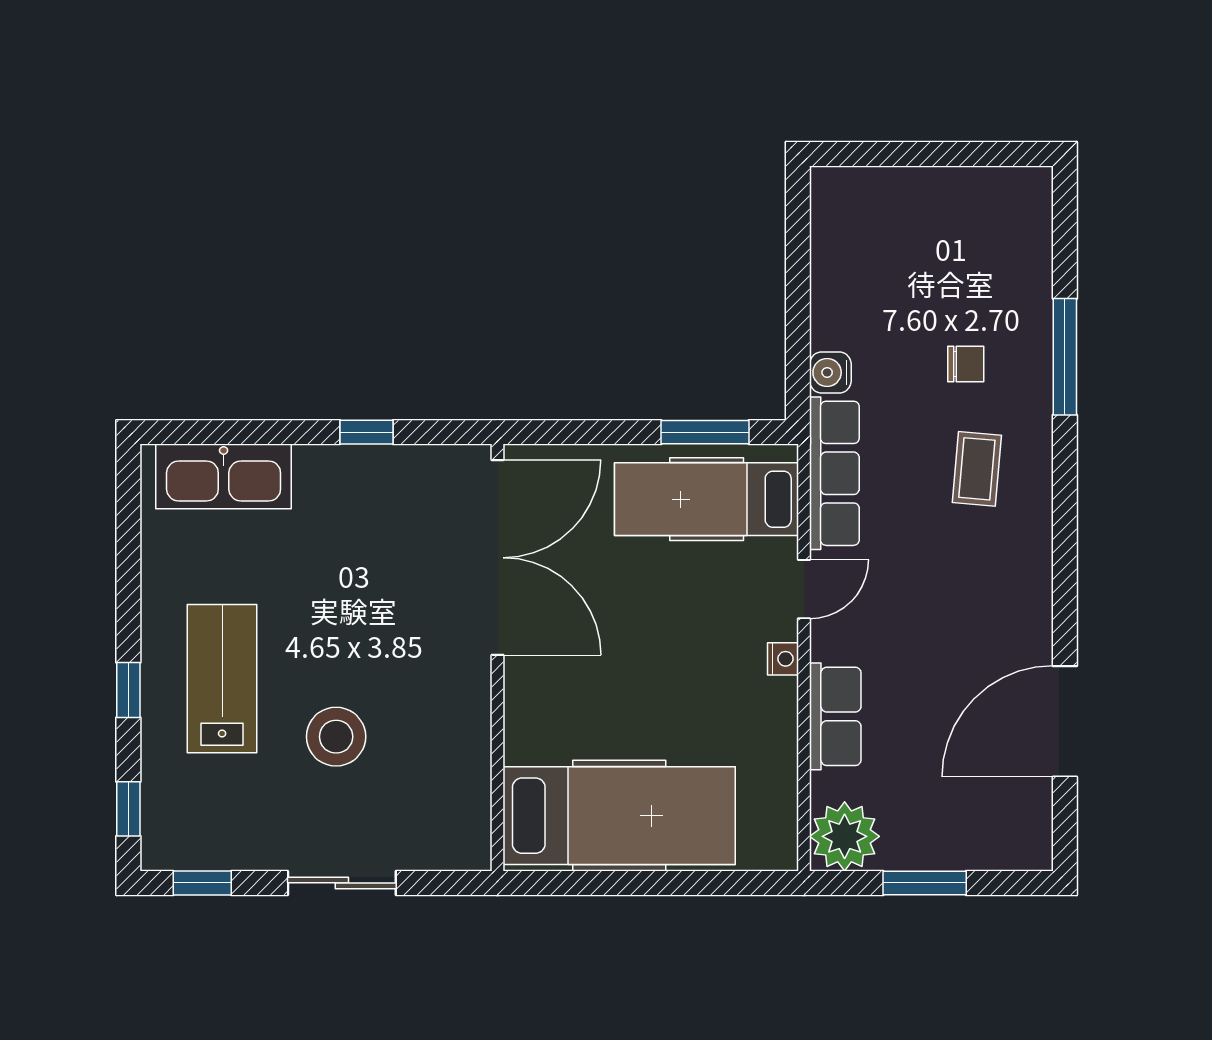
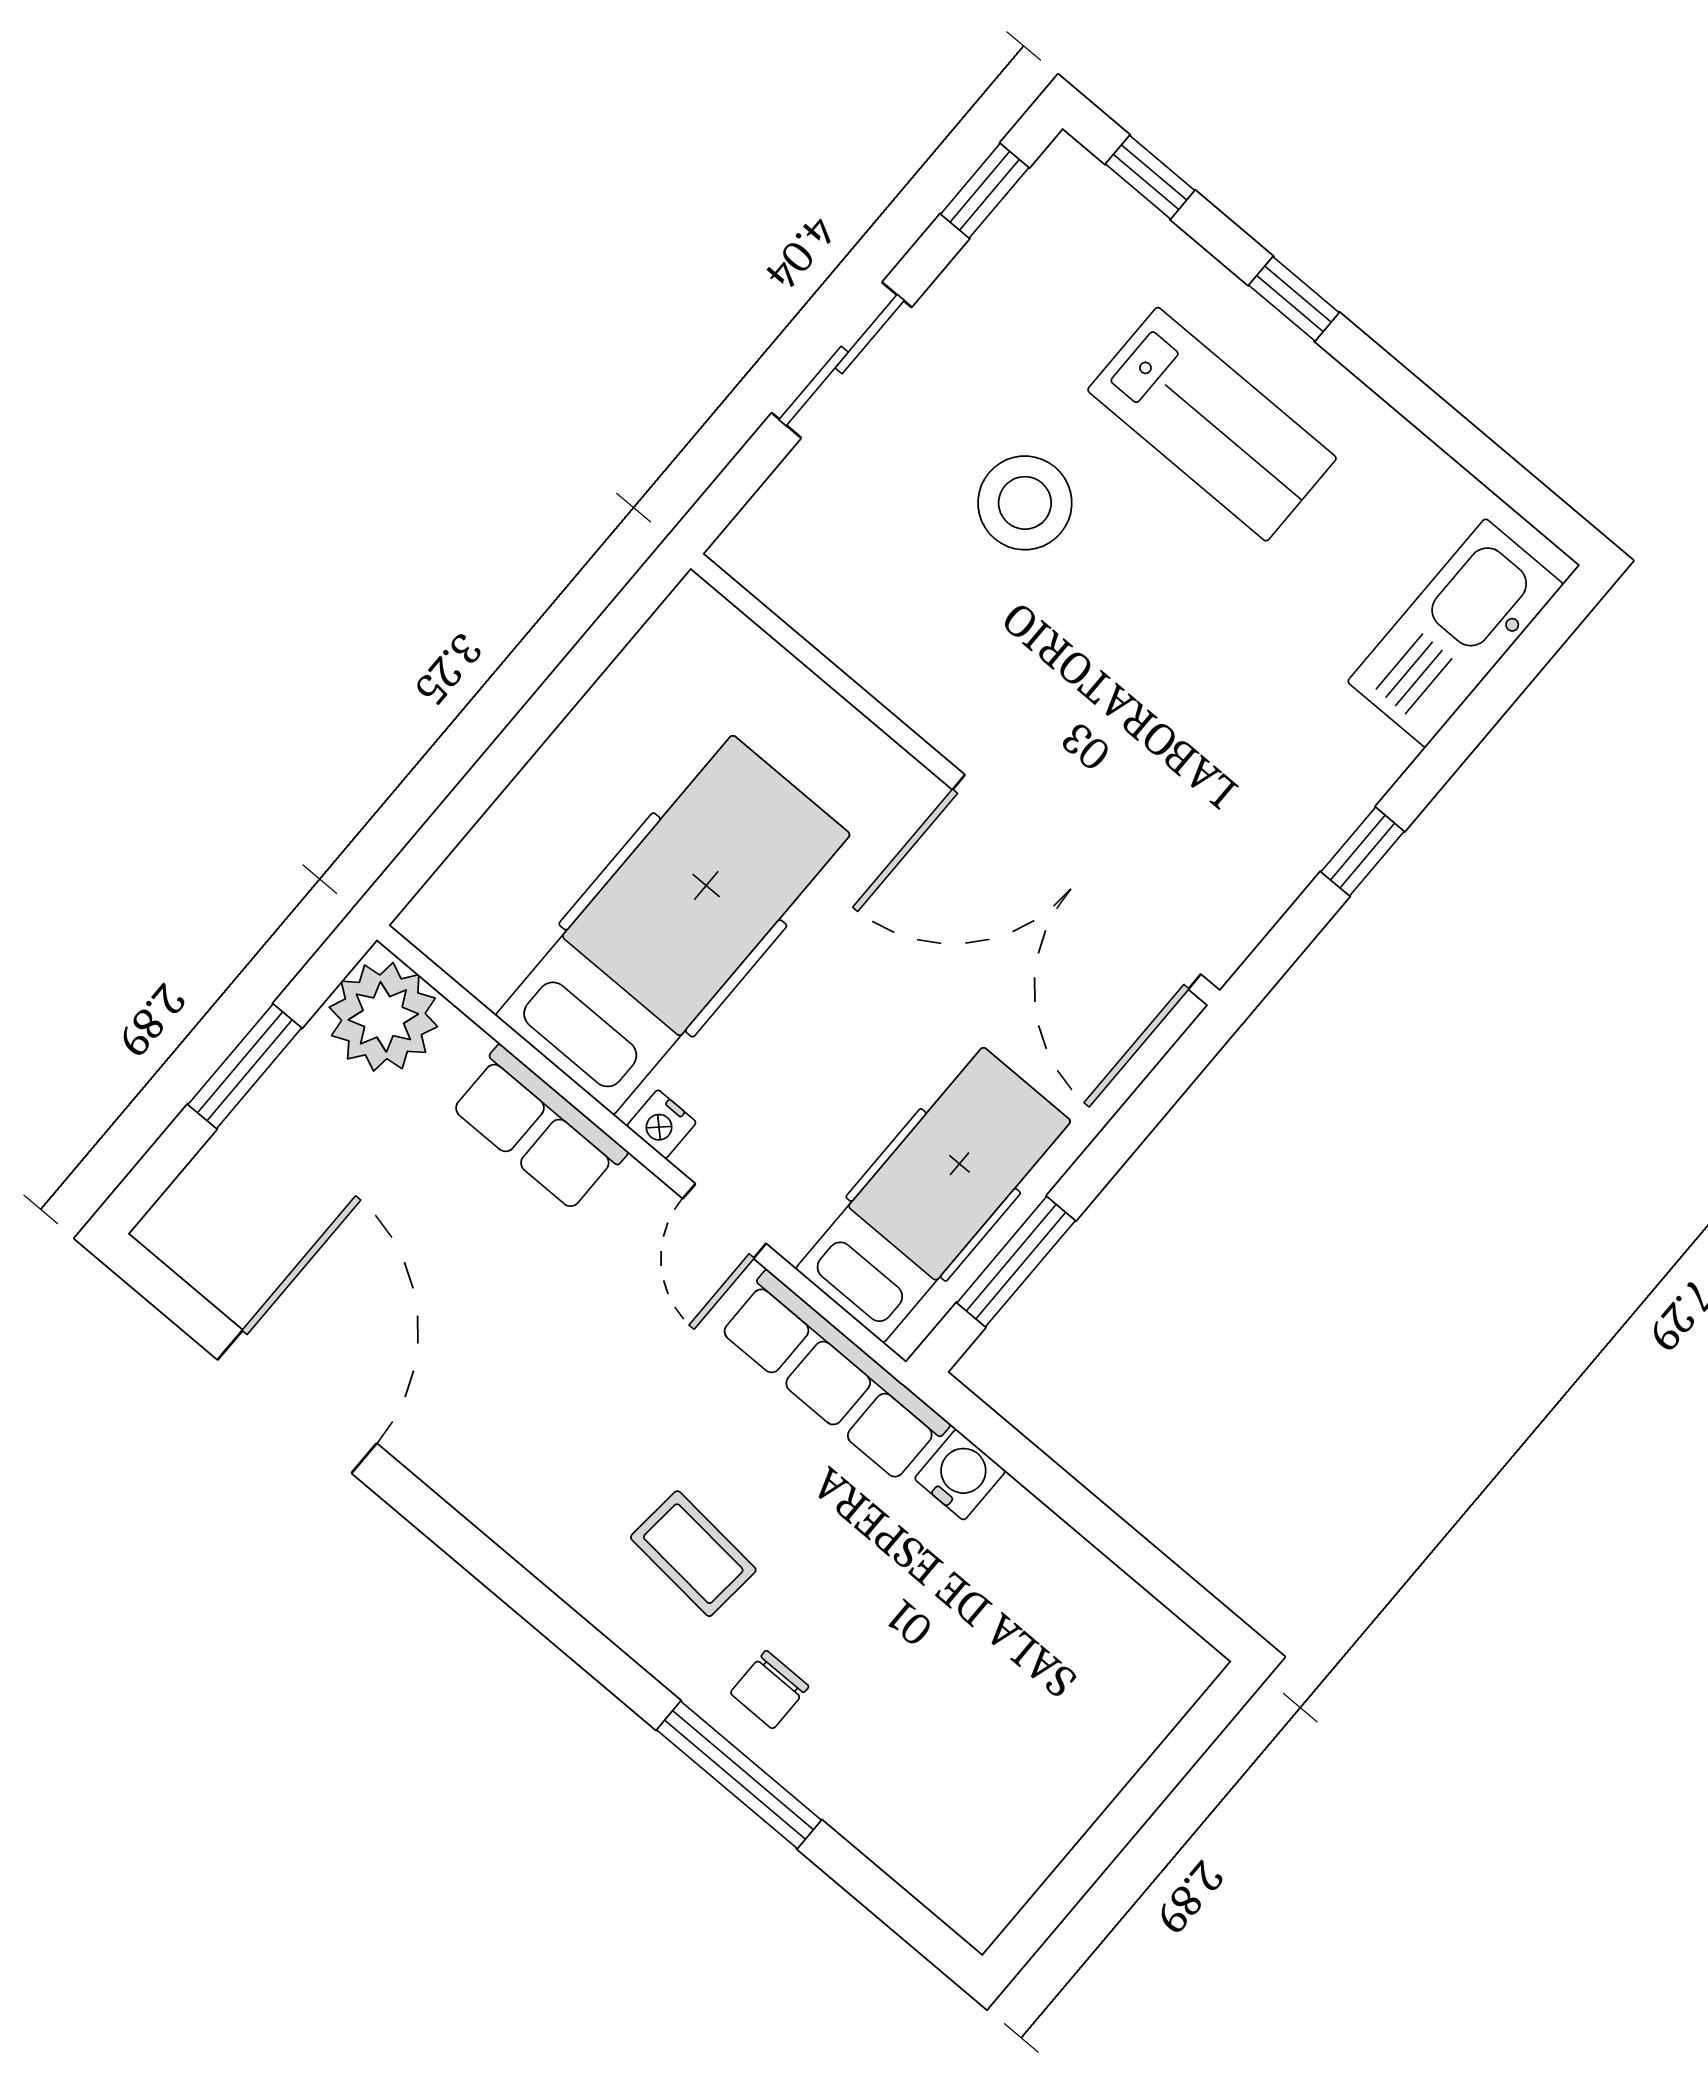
chair: (966, 364) -> (770, 1690), moved
hospital bed: (619, 816) -> (673, 925), moved, turned 180

